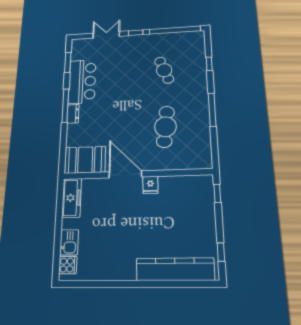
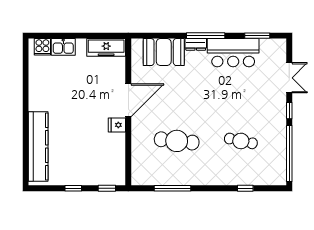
cafe table: (164, 70) -> (241, 141), turned 33
window: (212, 110) -> (173, 188), moved
booth: (85, 160) -> (164, 52), moved, turned 90
window: (221, 252) -> (73, 188), moved

